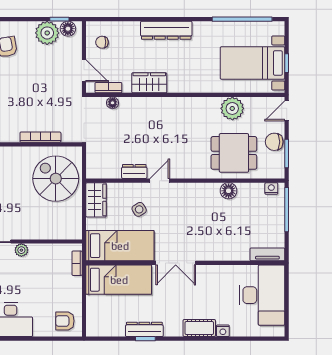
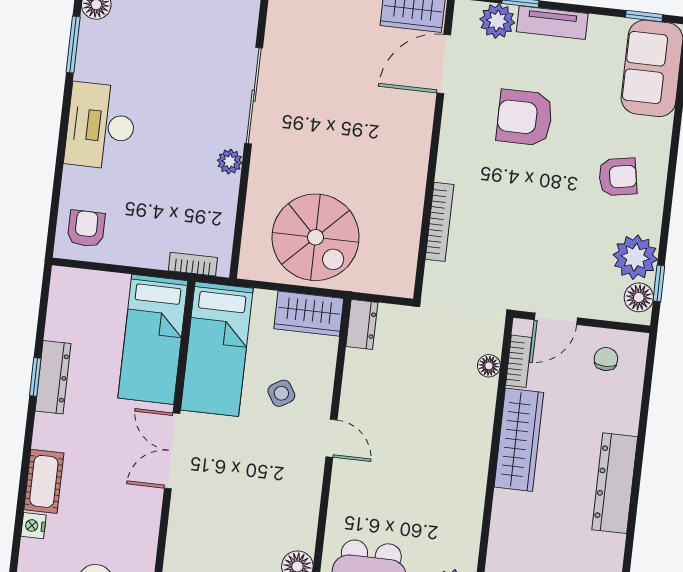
wardrobe: (149, 83) -> (519, 440), width x1.50
dresser: (134, 172) -> (362, 324), moved
spiral stairs: (56, 179) -> (316, 237), moved, turned 90

